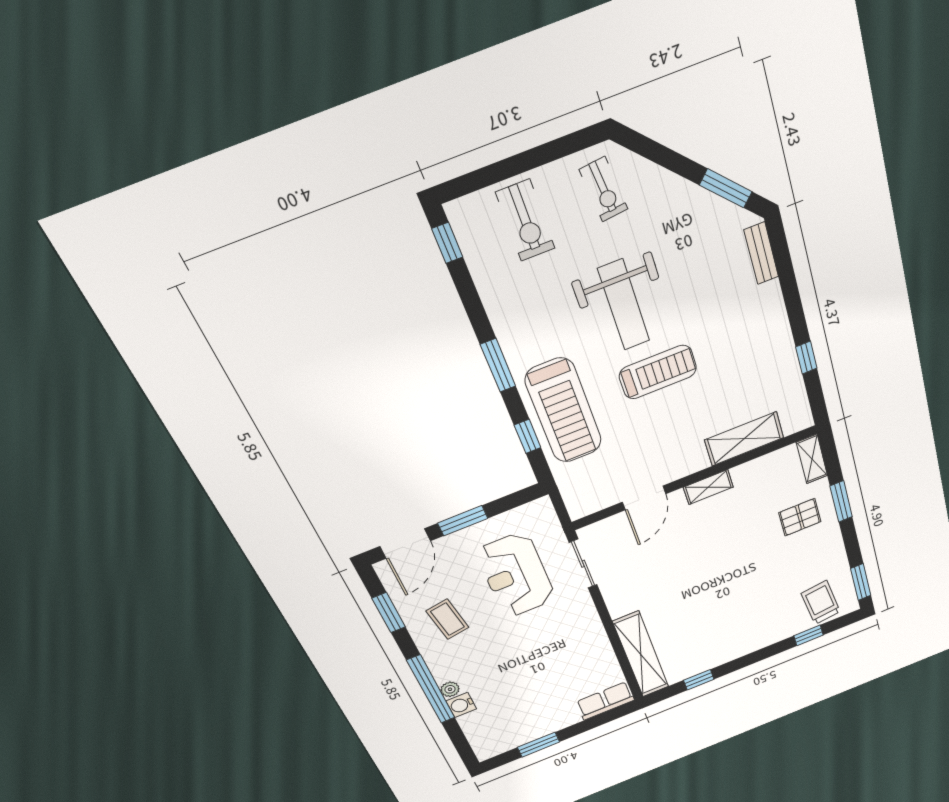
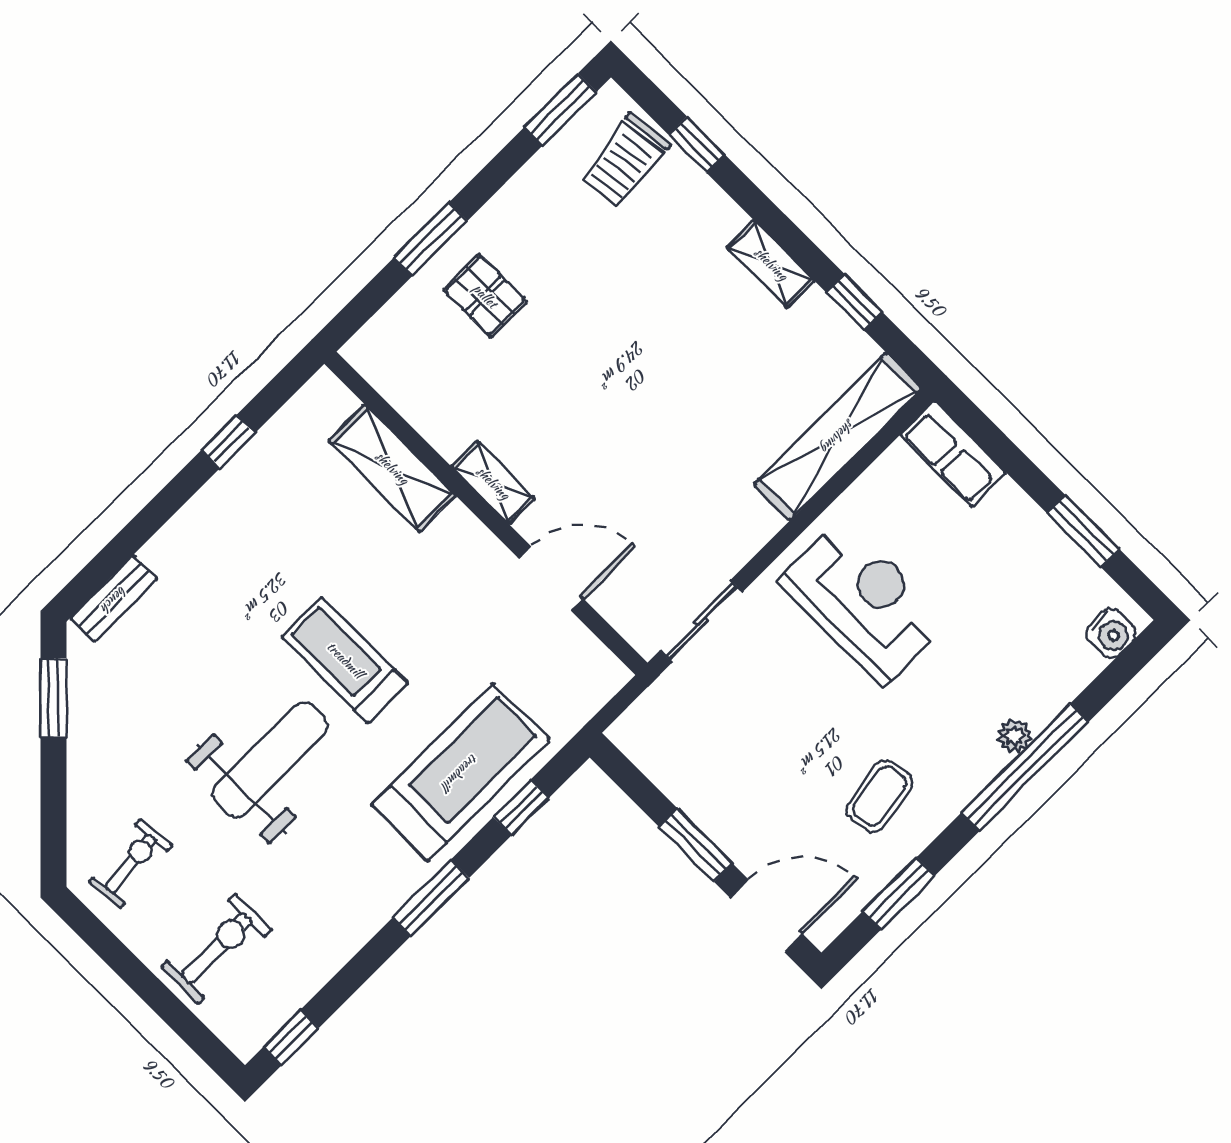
shelving: (812, 459) -> (771, 264), moved, turned 90
reception desk: (516, 575) -> (863, 602), moved, turned -90
water cooler: (461, 705) -> (1111, 633), moved

